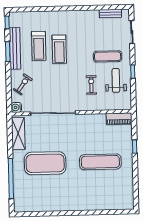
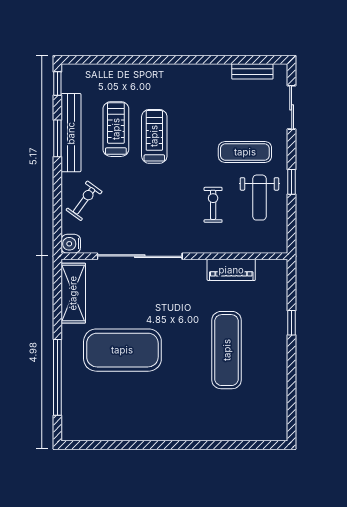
treadmill: (39, 46) -> (116, 129), turned 180
treadmill: (59, 49) -> (154, 136), turned 180
weight bench: (116, 80) -> (259, 198), turned 180
piano: (119, 119) -> (231, 270), moved
exercise mat: (100, 162) -> (227, 350), turned 90

